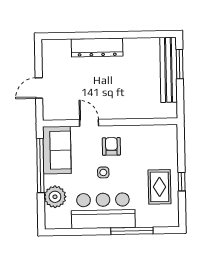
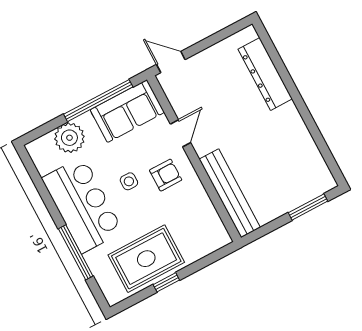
dresser: (97, 47) -> (265, 74), moved
bench: (168, 70) -> (230, 193), moved, turned 90
door: (39, 88) -> (171, 62), moved
rug: (160, 187) -> (146, 259), width x1.36, depth x1.43

